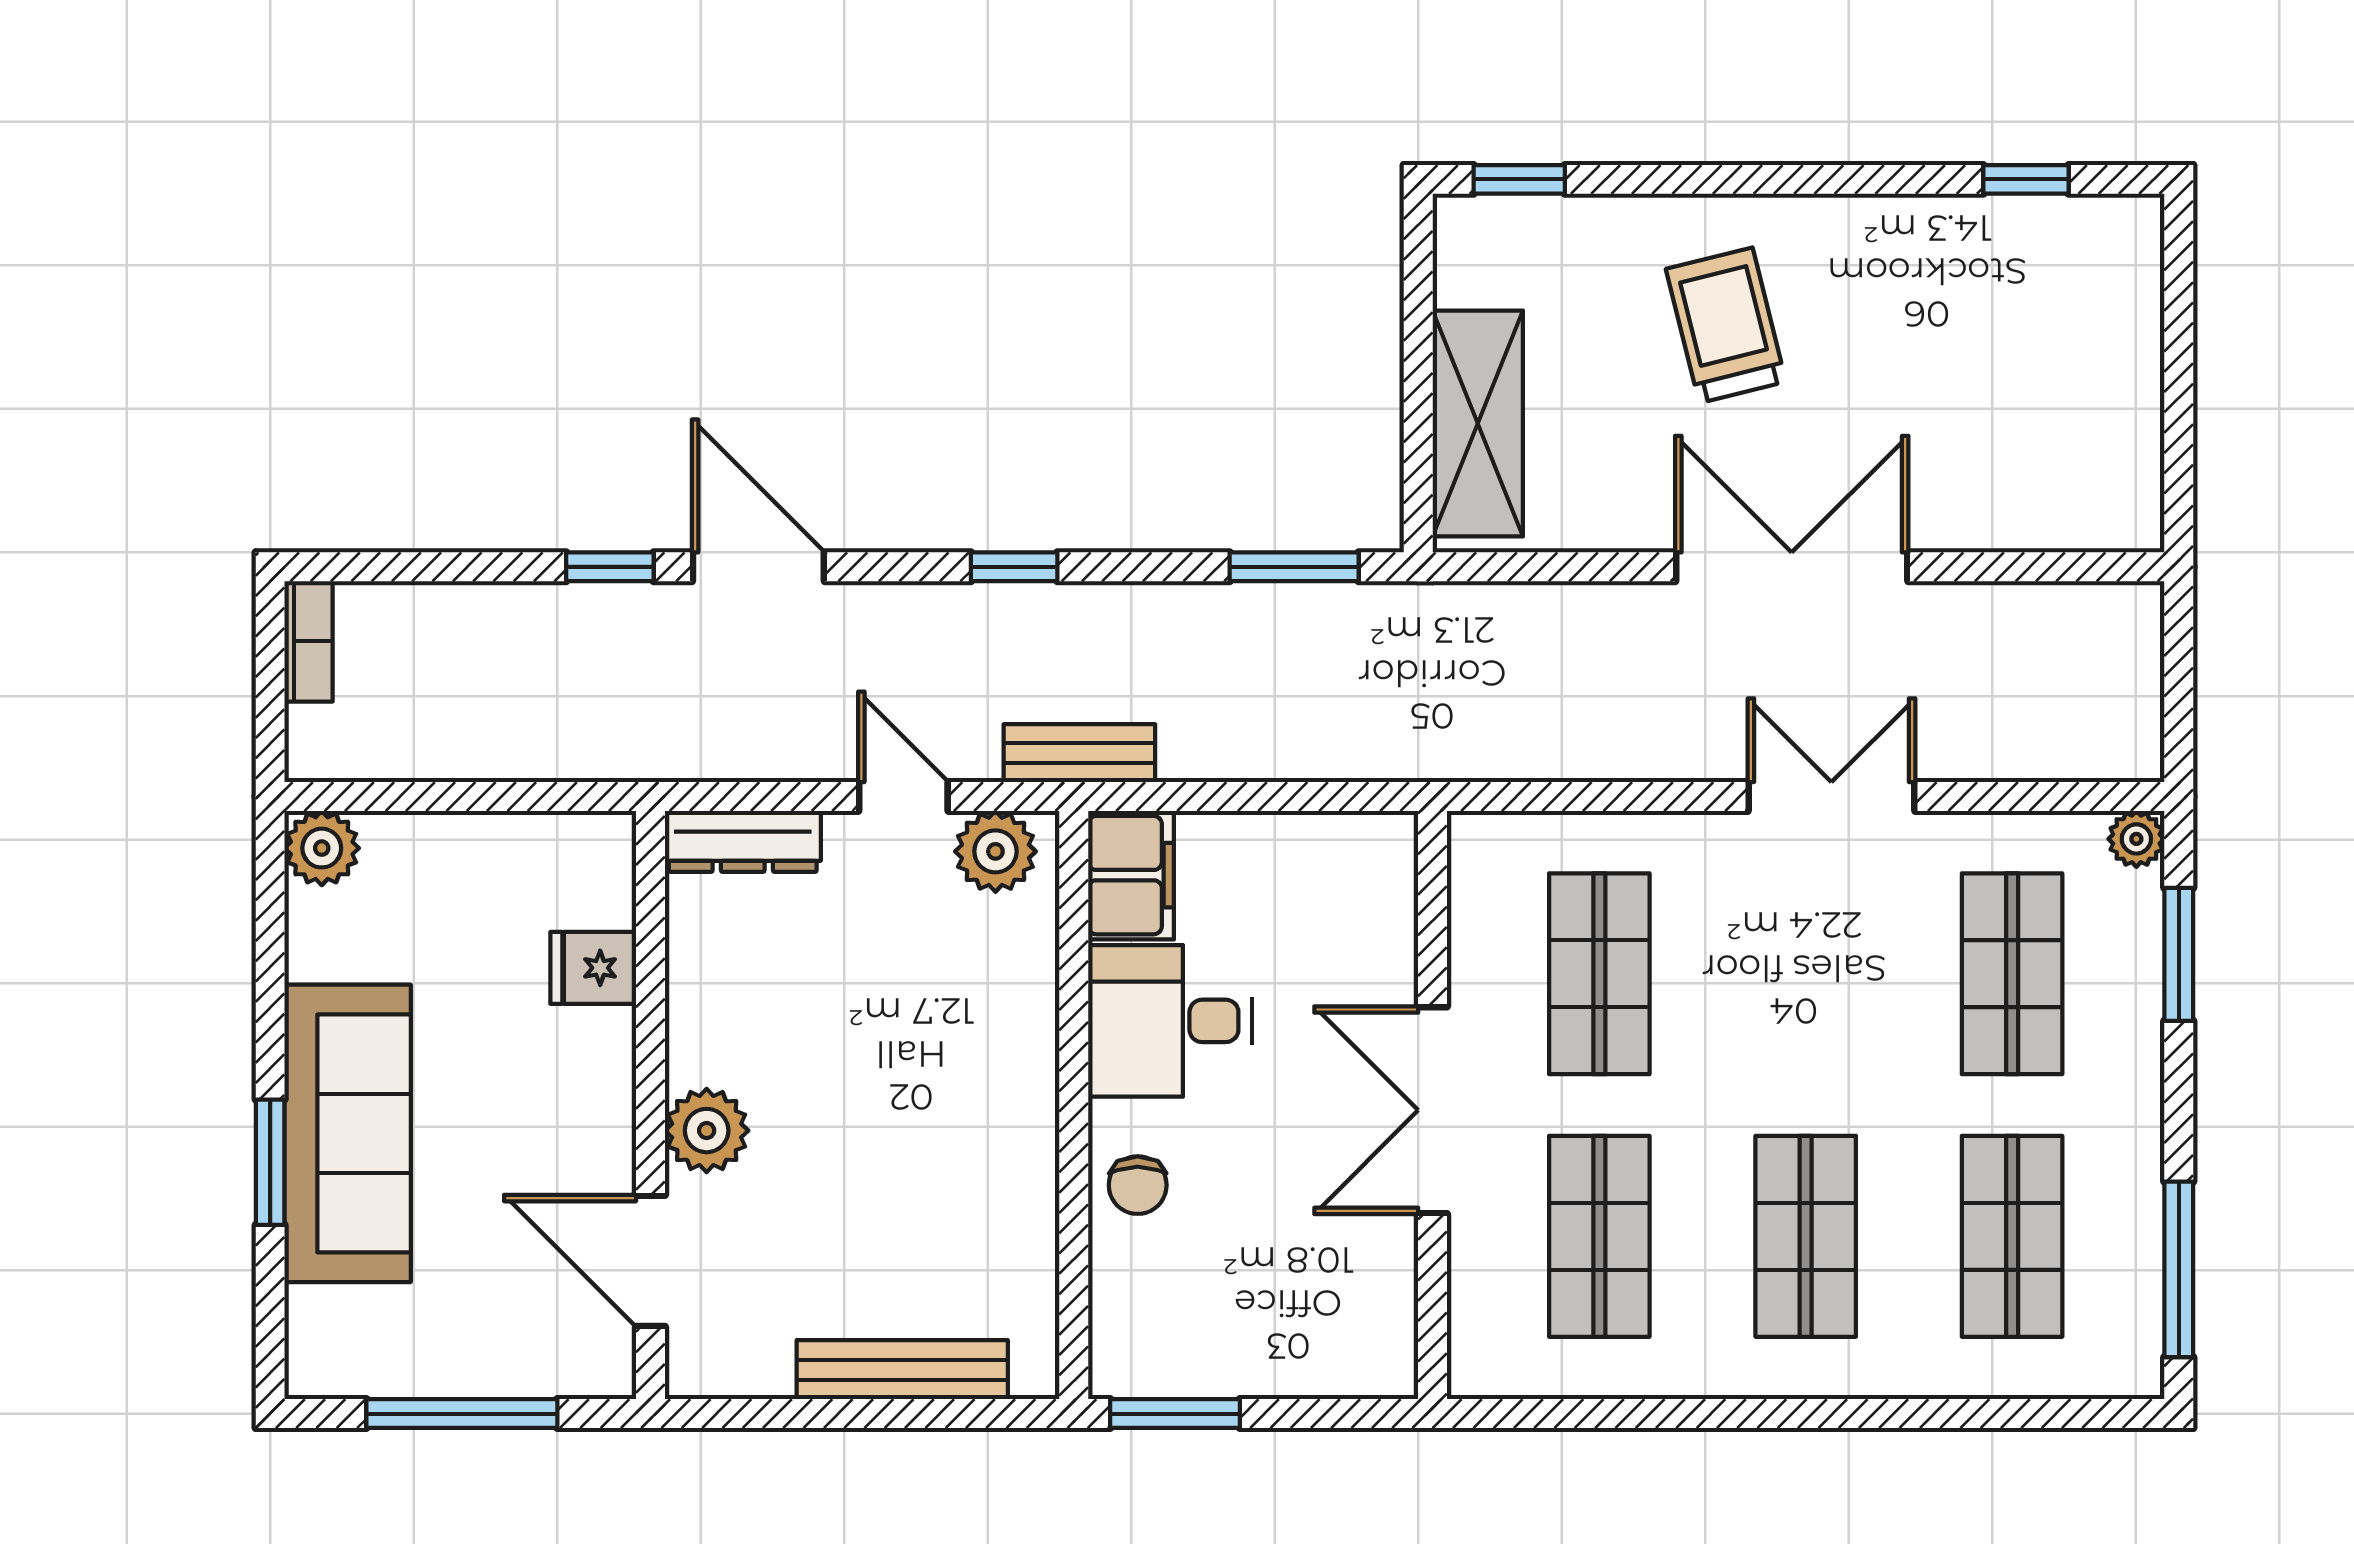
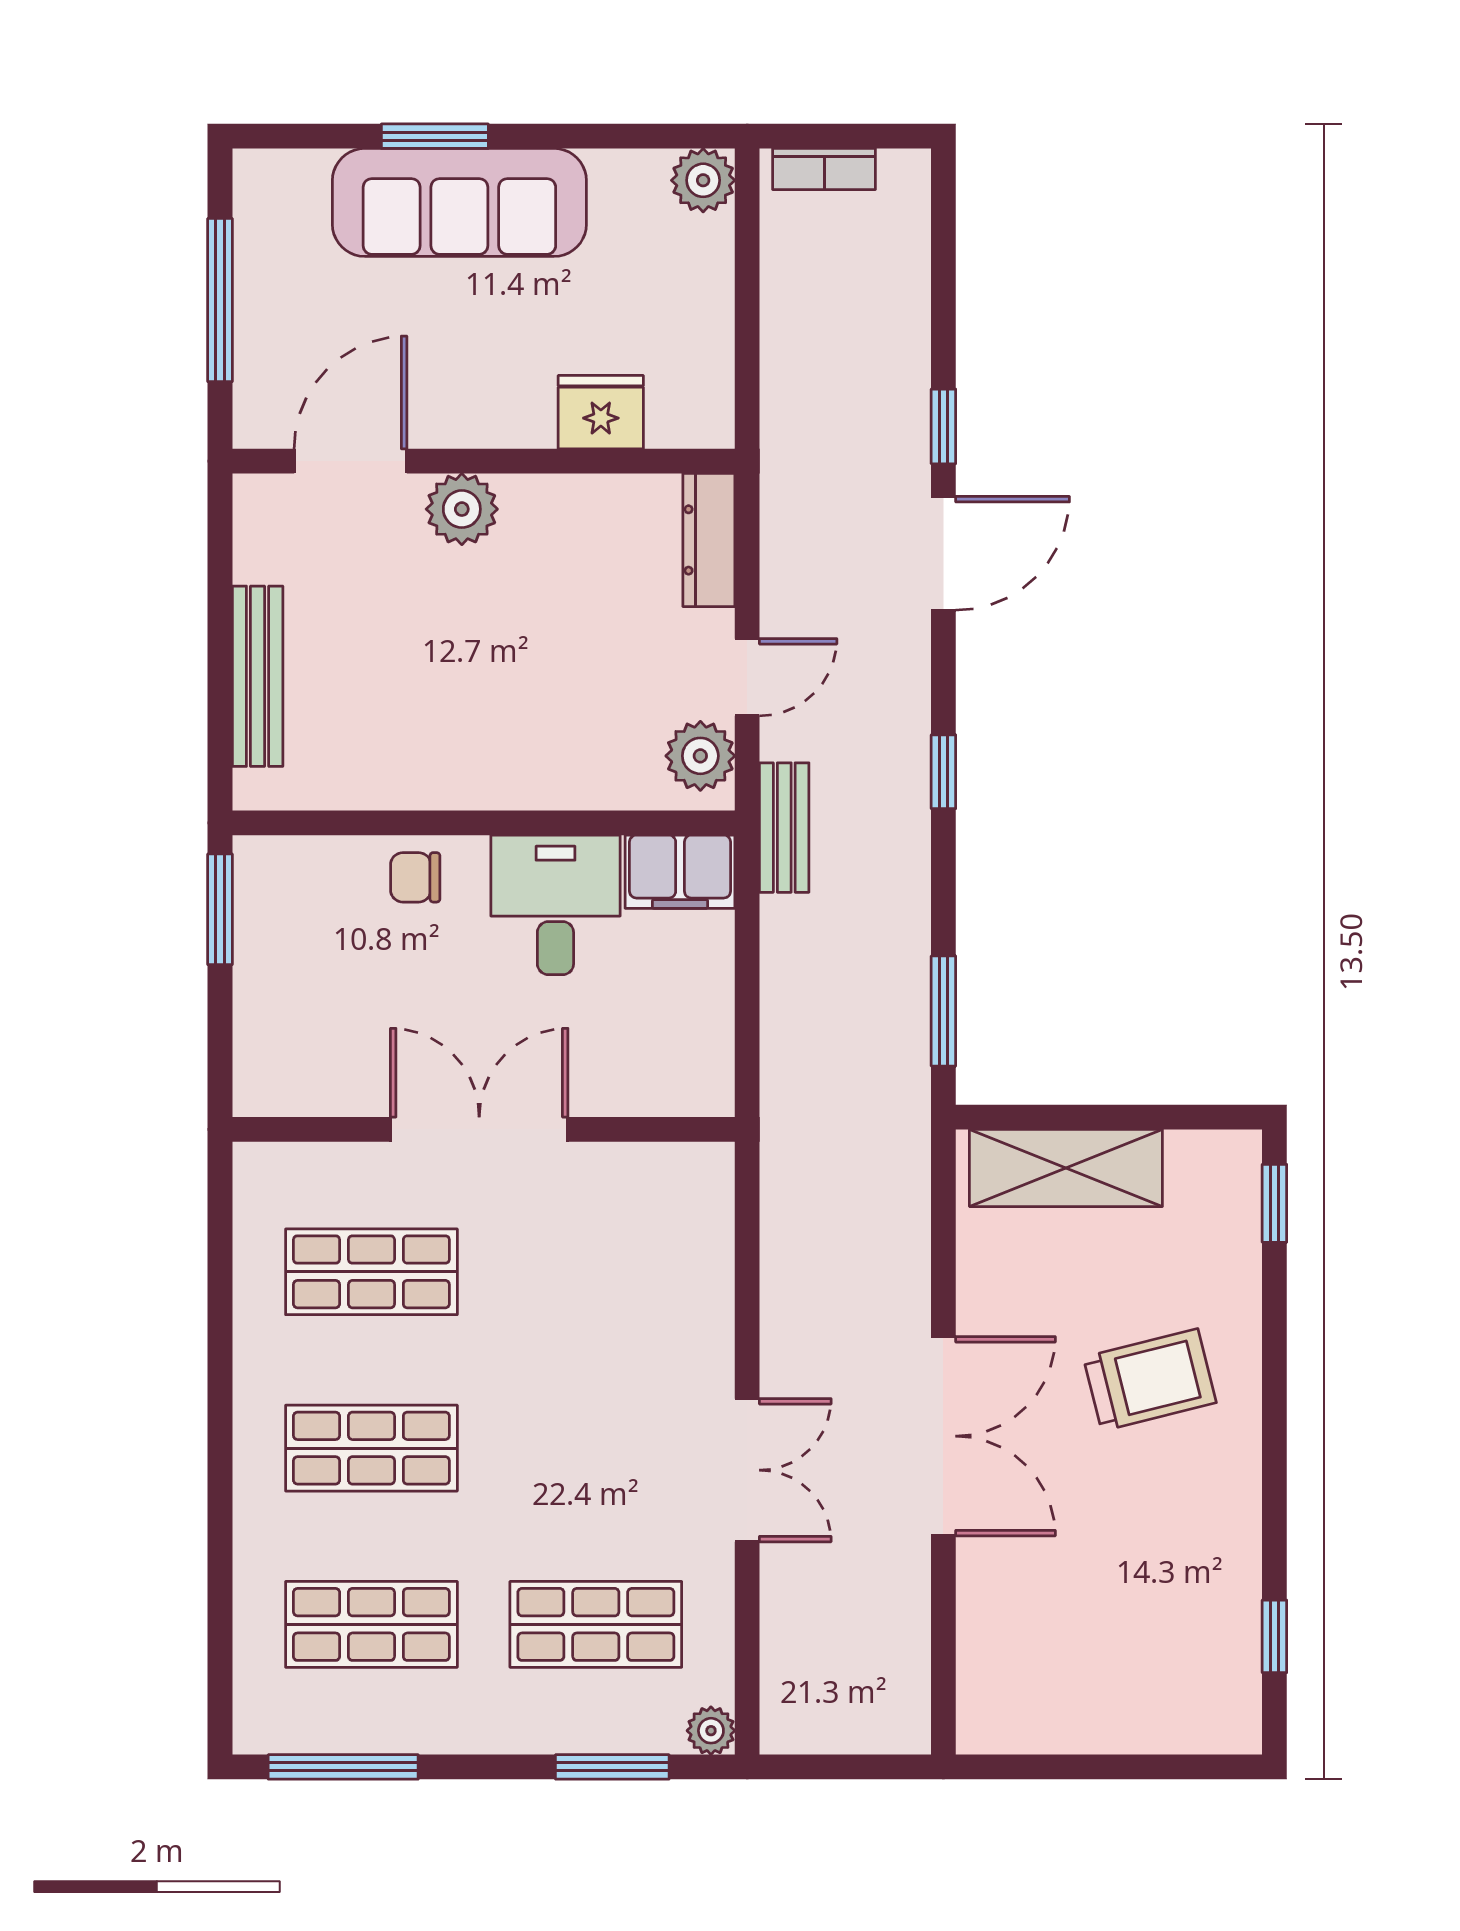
bookcase: (309, 641) -> (824, 169), moved
fridge: (593, 968) -> (601, 412), width x1.38
shop shelf: (1599, 974) -> (596, 1272), removed

